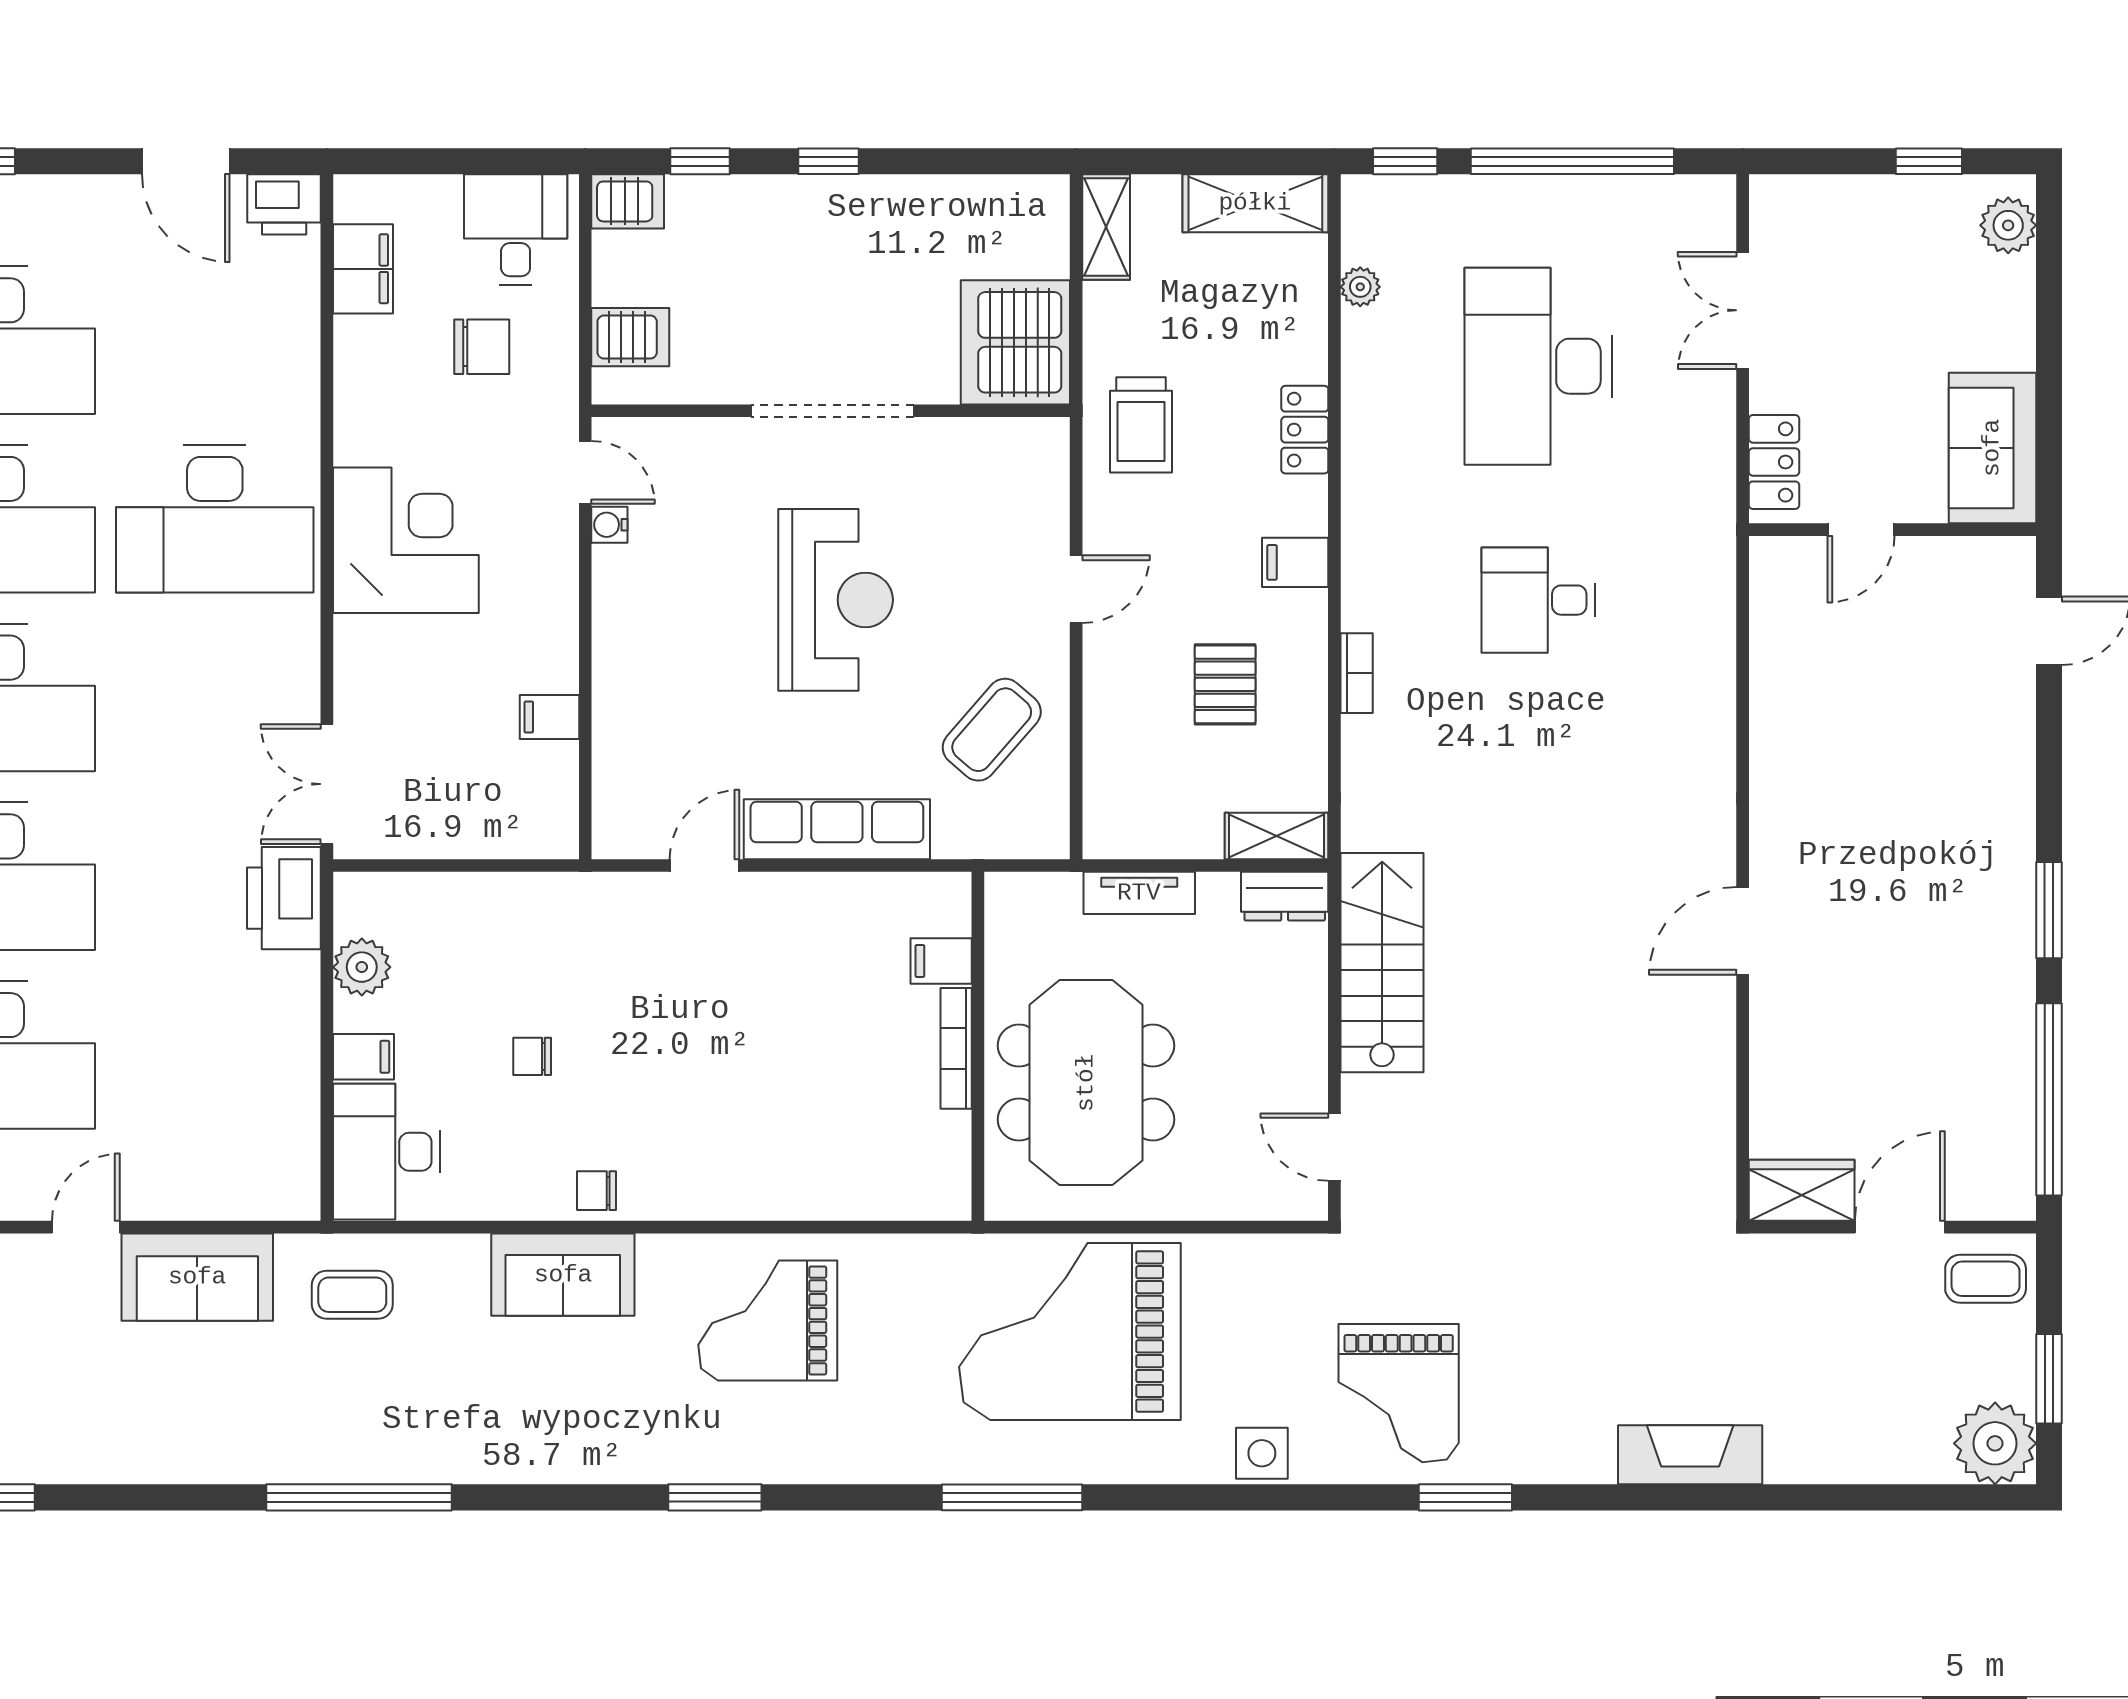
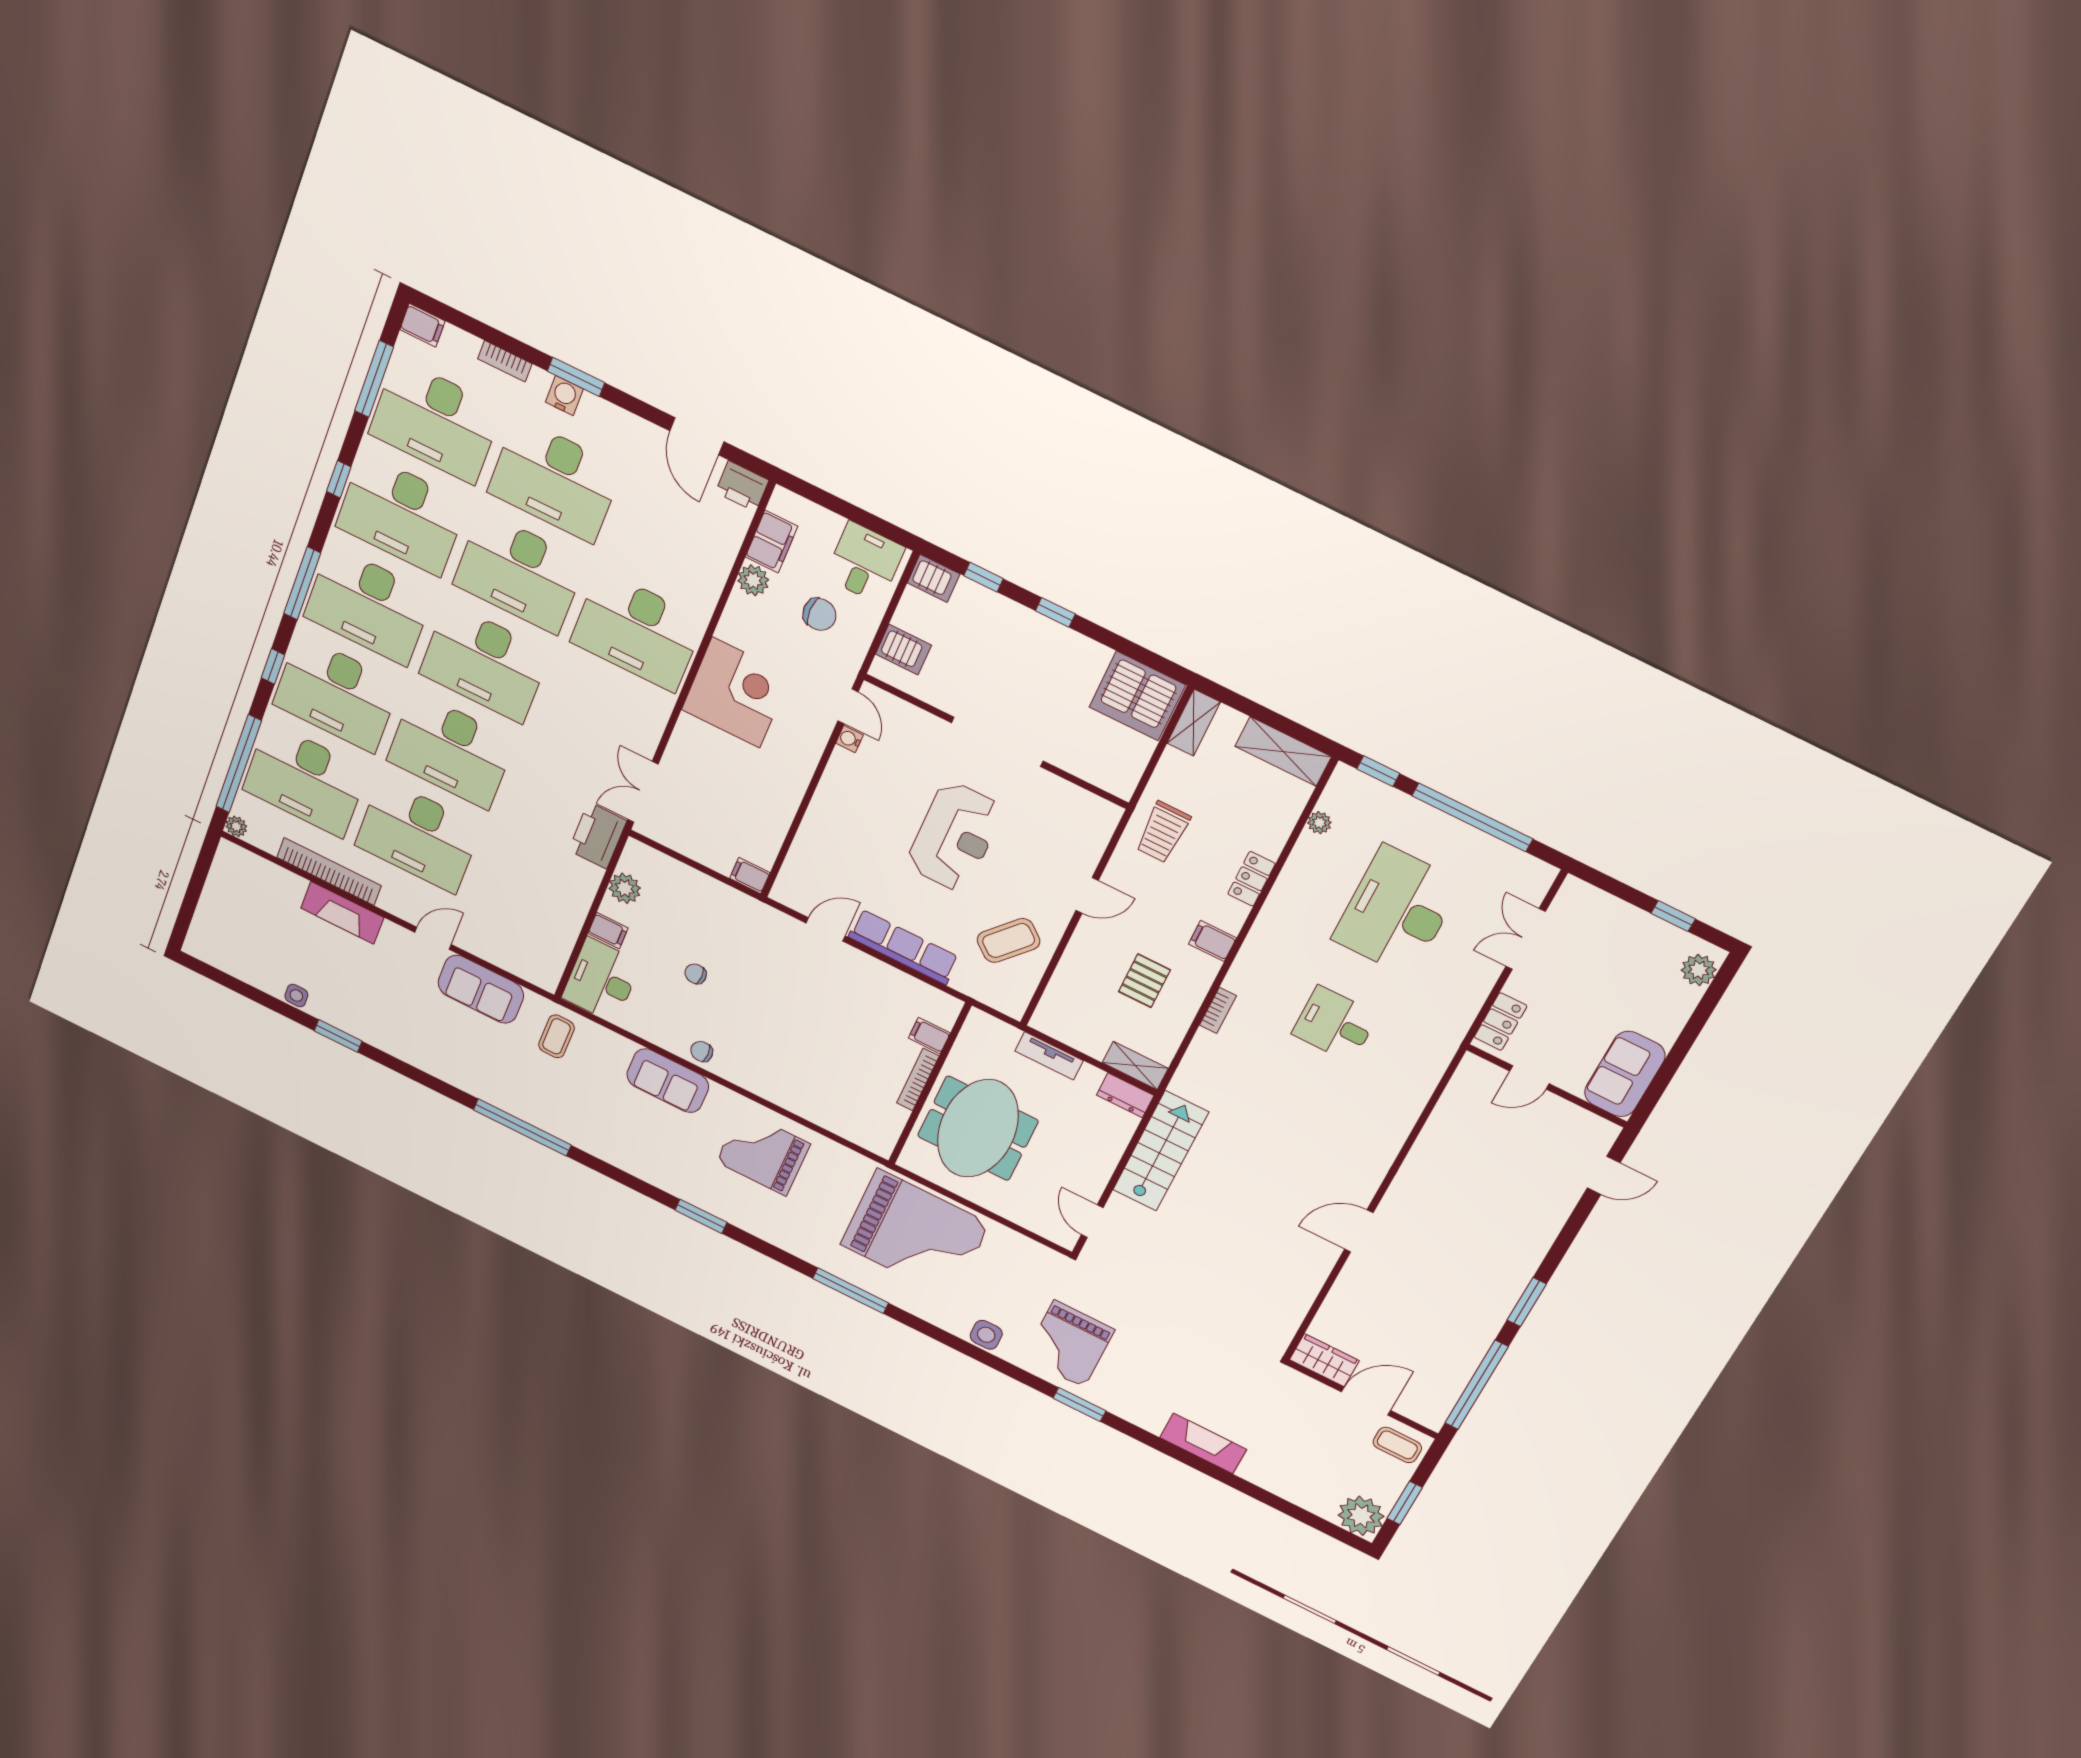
server rack: (1015, 342) -> (1137, 696), moved, turned -90
plant: (360, 344) -> (753, 580), added
filing cabinet: (549, 717) -> (750, 876), moved
coffee table: (352, 1295) -> (557, 1036), turned 90
grand piano: (1070, 1332) -> (915, 1234), turned 180

